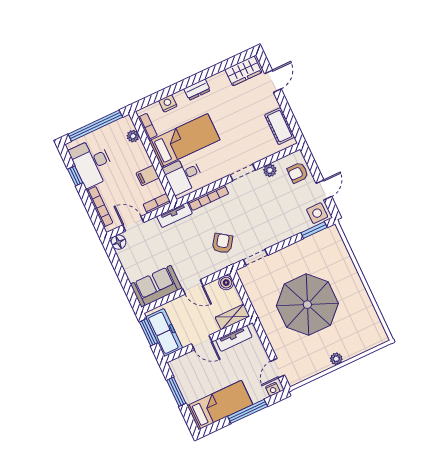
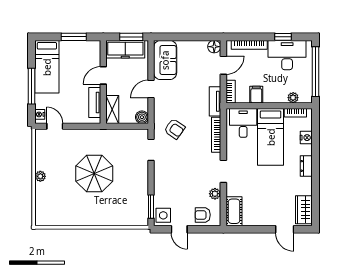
cot: (280, 126) -> (234, 211), moved, turned 90
armchair: (298, 173) -> (203, 215), turned -90
parasol: (307, 305) -> (94, 174), width x0.73, depth x0.73

